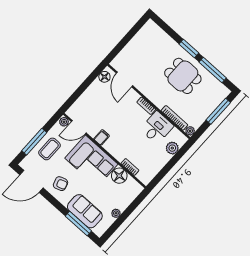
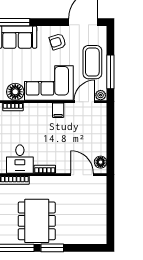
dining table: (183, 76) -> (37, 221), width x1.38
window: (34, 142) -> (110, 72), moved
coffee table: (50, 149) -> (92, 62), width x1.36, depth x1.32

